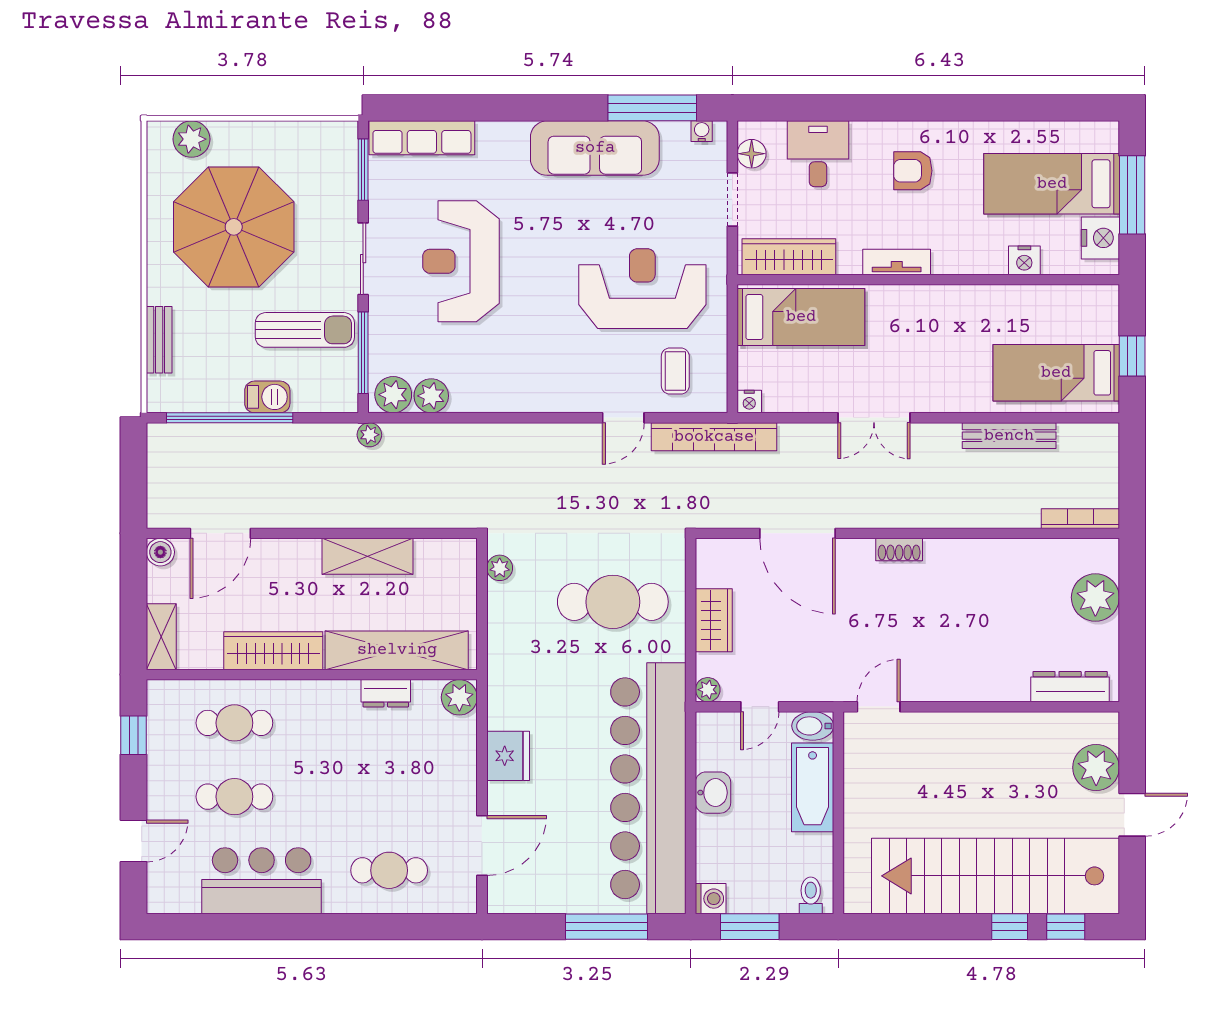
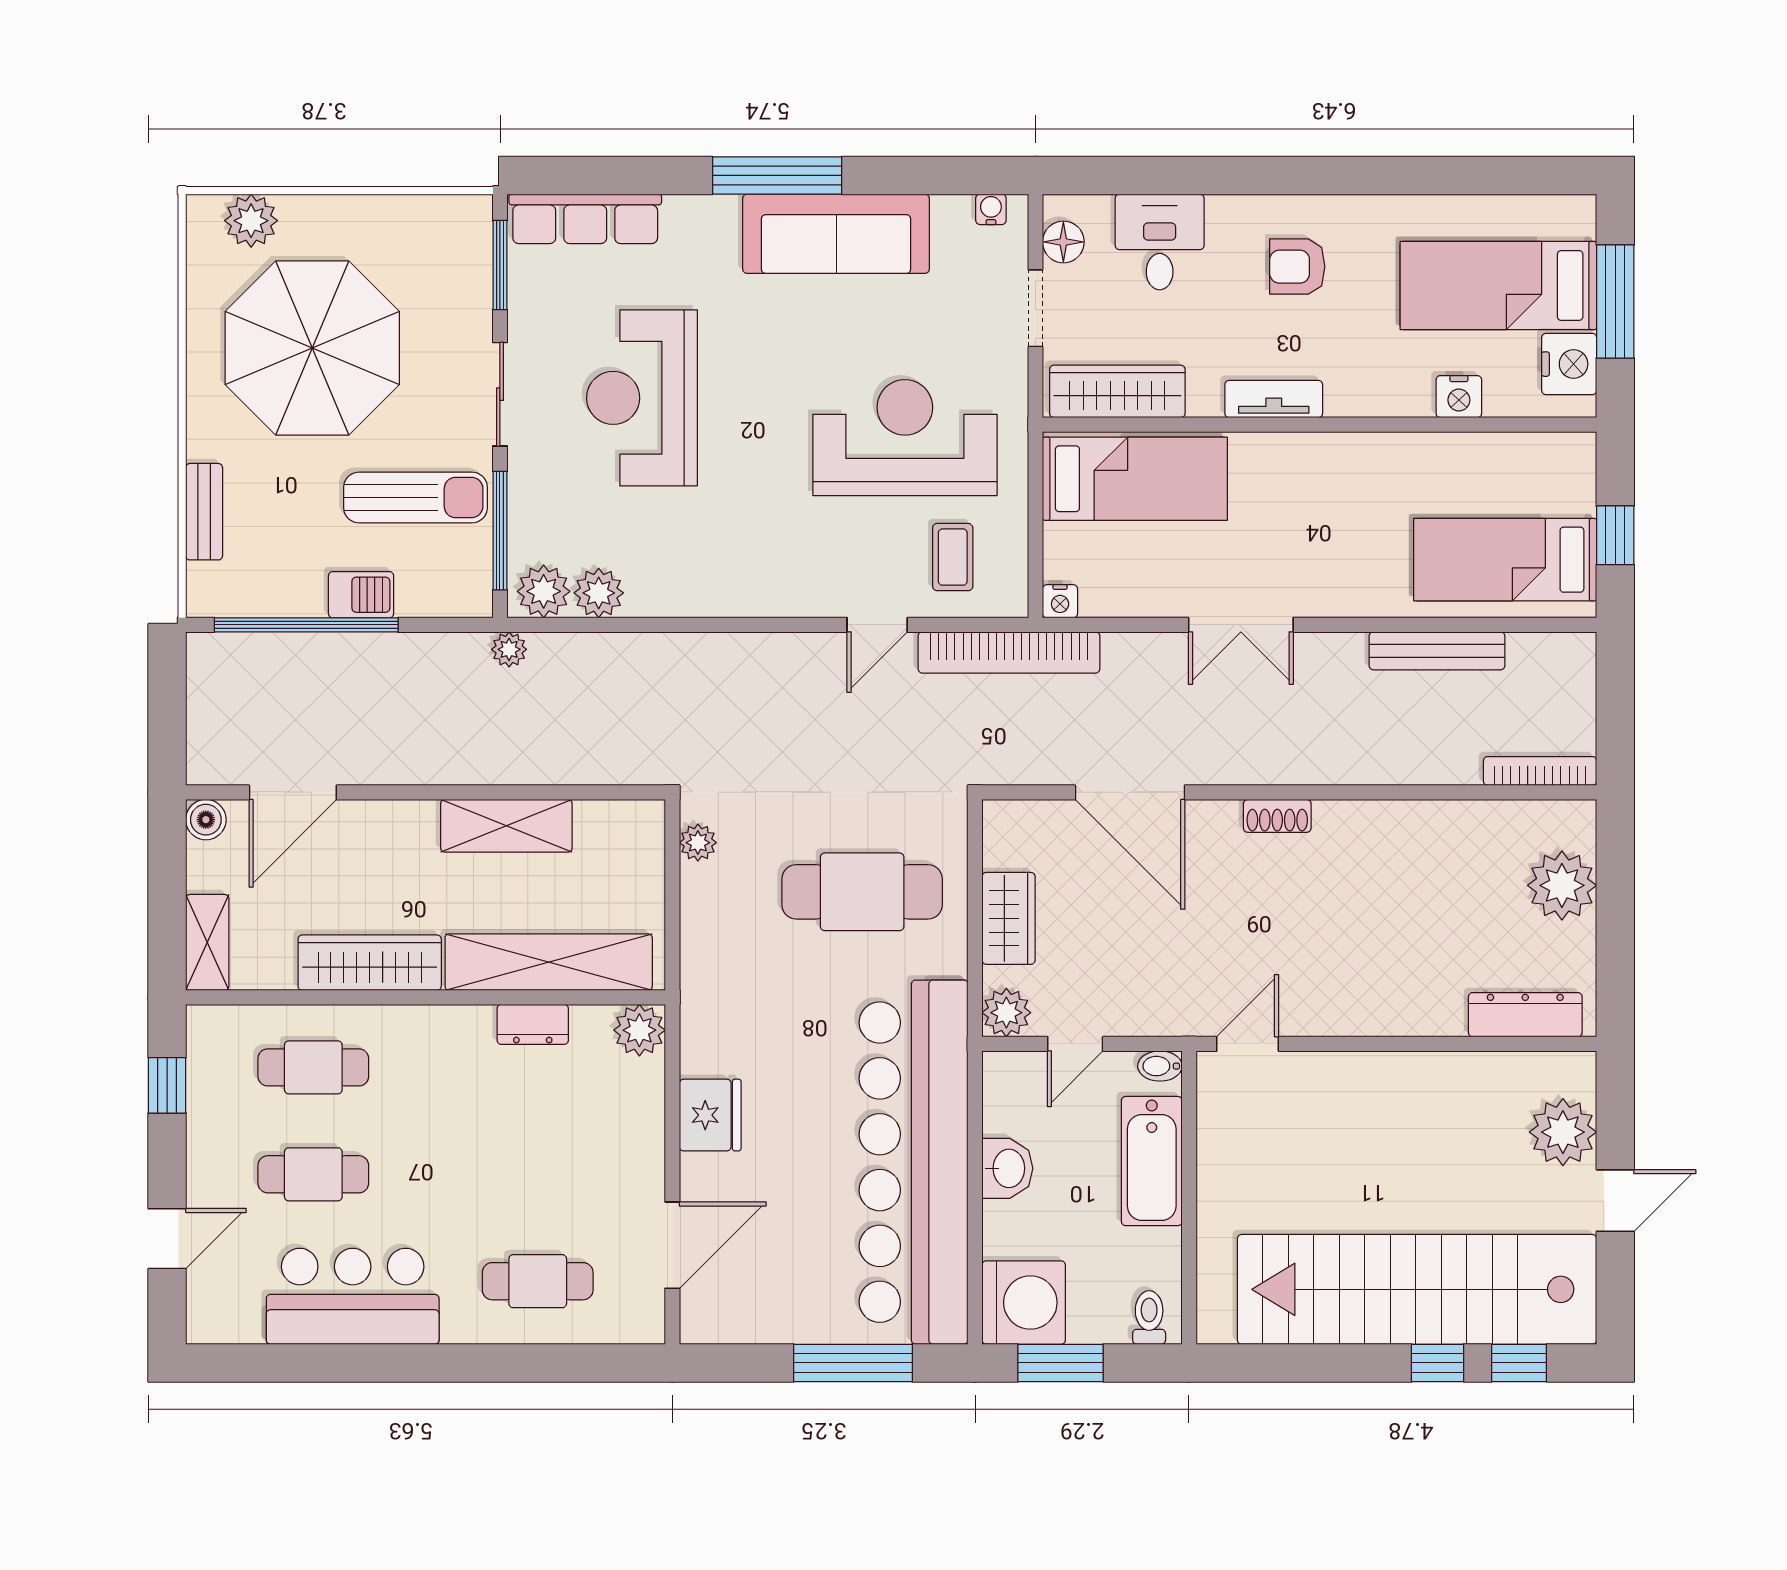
window: (652, 108) -> (777, 175), moved
plant: (708, 690) -> (1006, 1013), width x1.38, depth x1.38
bidet: (813, 726) -> (1160, 1066), width x0.72, depth x0.74
washing machine: (711, 899) -> (1024, 1303), width x1.89, depth x1.89

